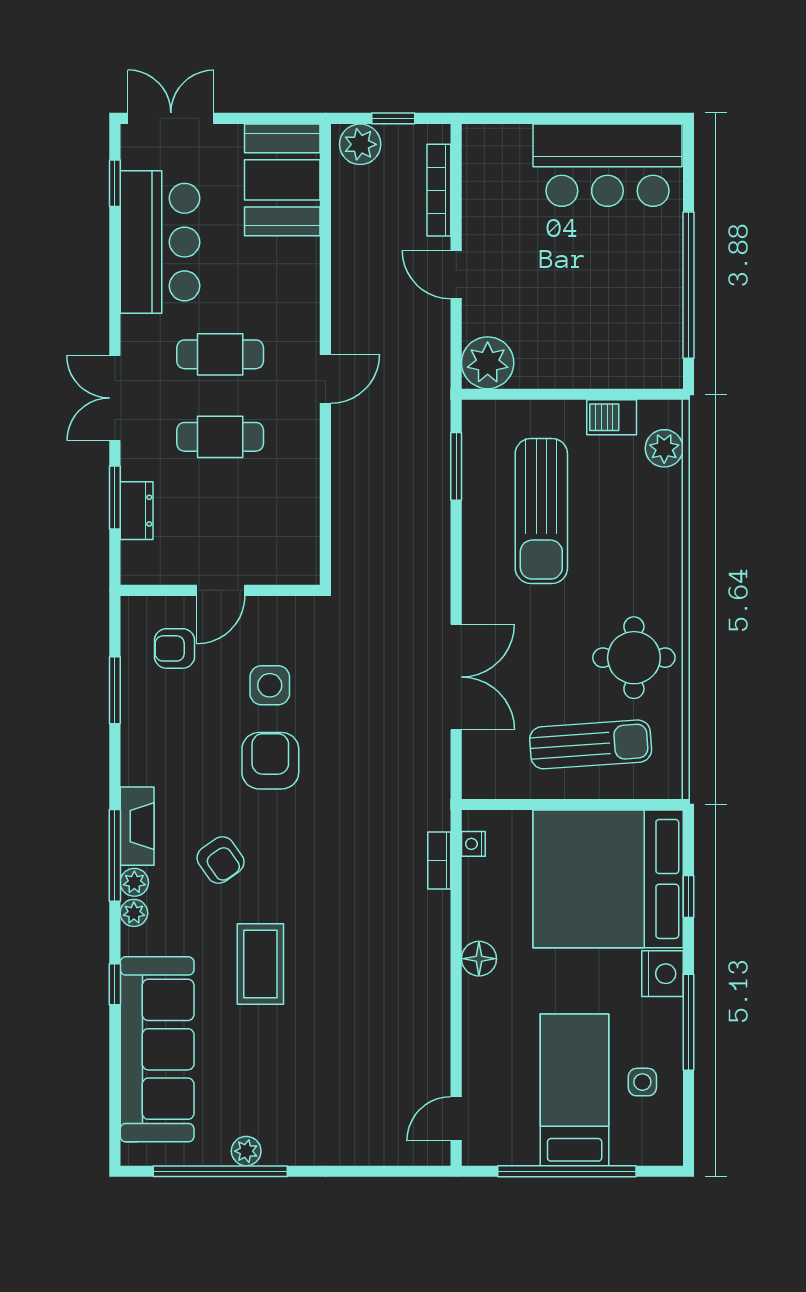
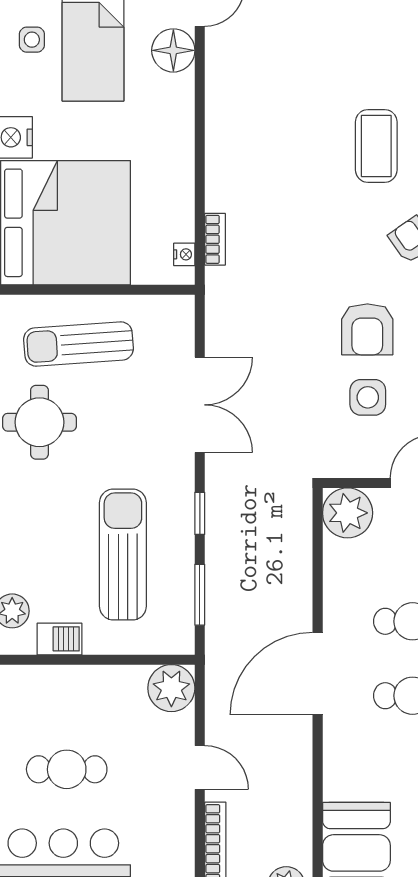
cafe table: (604, 273) -> (67, 769), added
door: (325, 379) -> (318, 674), width x1.88
plant: (292, 557) -> (348, 513), added
window: (456, 557) -> (200, 513), added
double door: (456, 677) -> (200, 405), swing flipped
floor lamp: (479, 959) -> (173, 50), moved, width x1.38, depth x1.38

